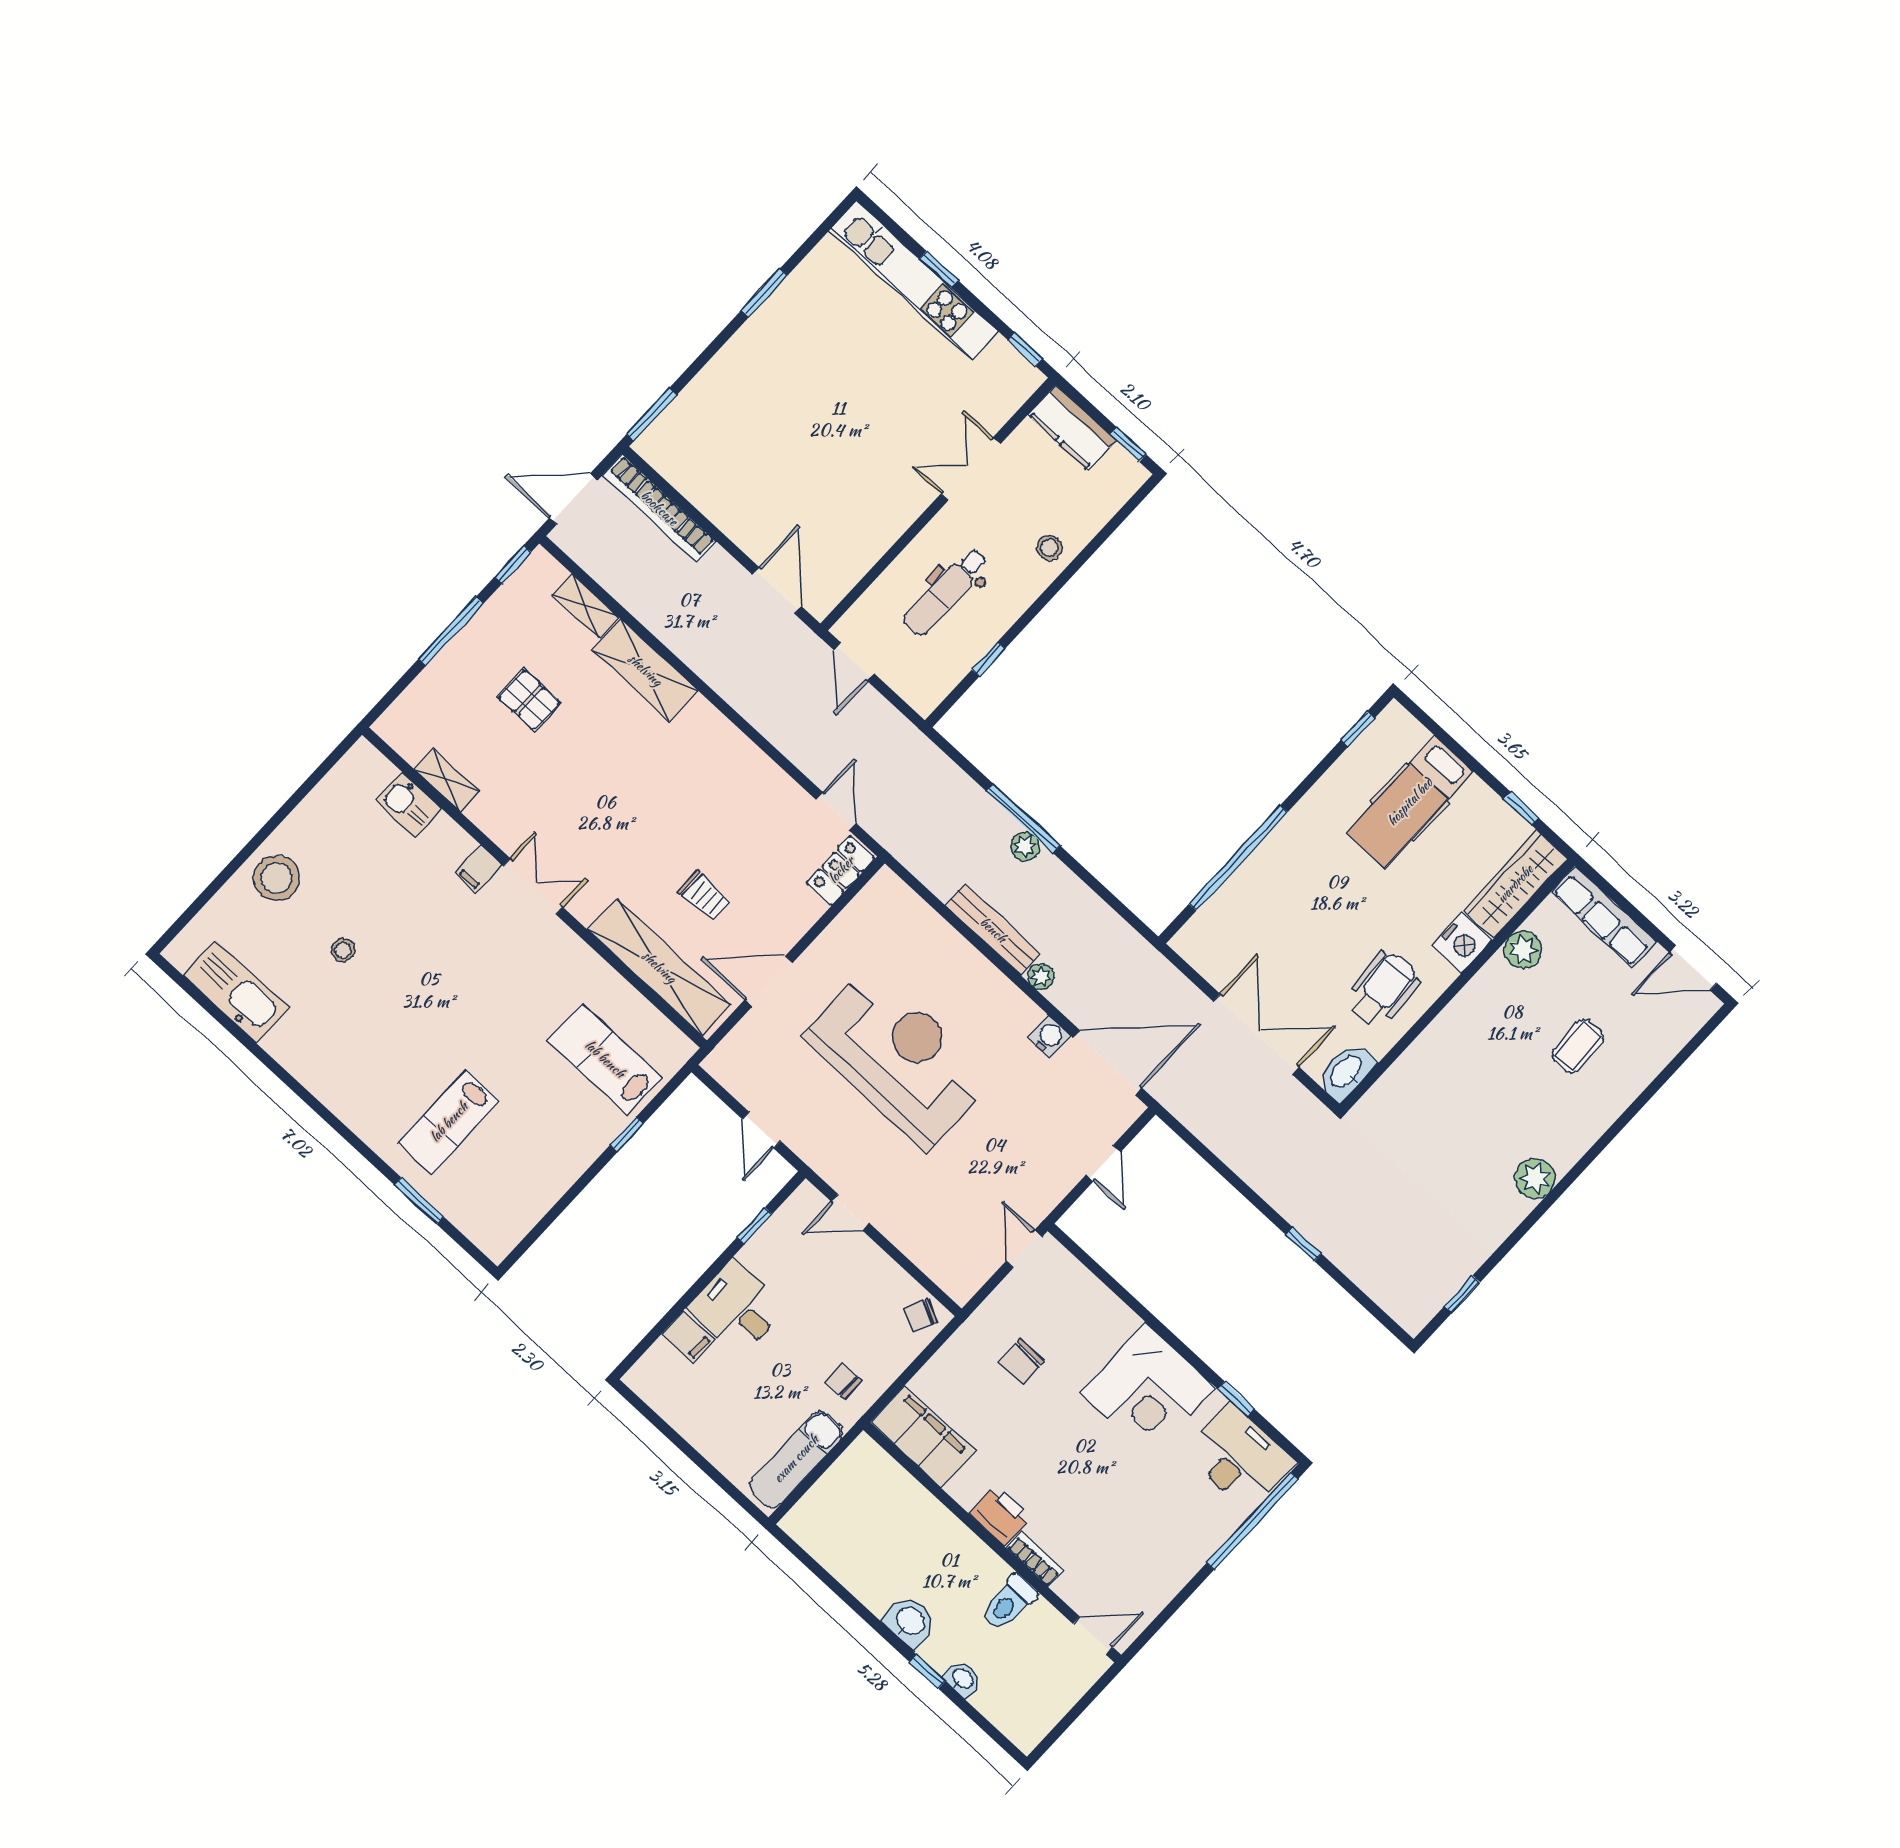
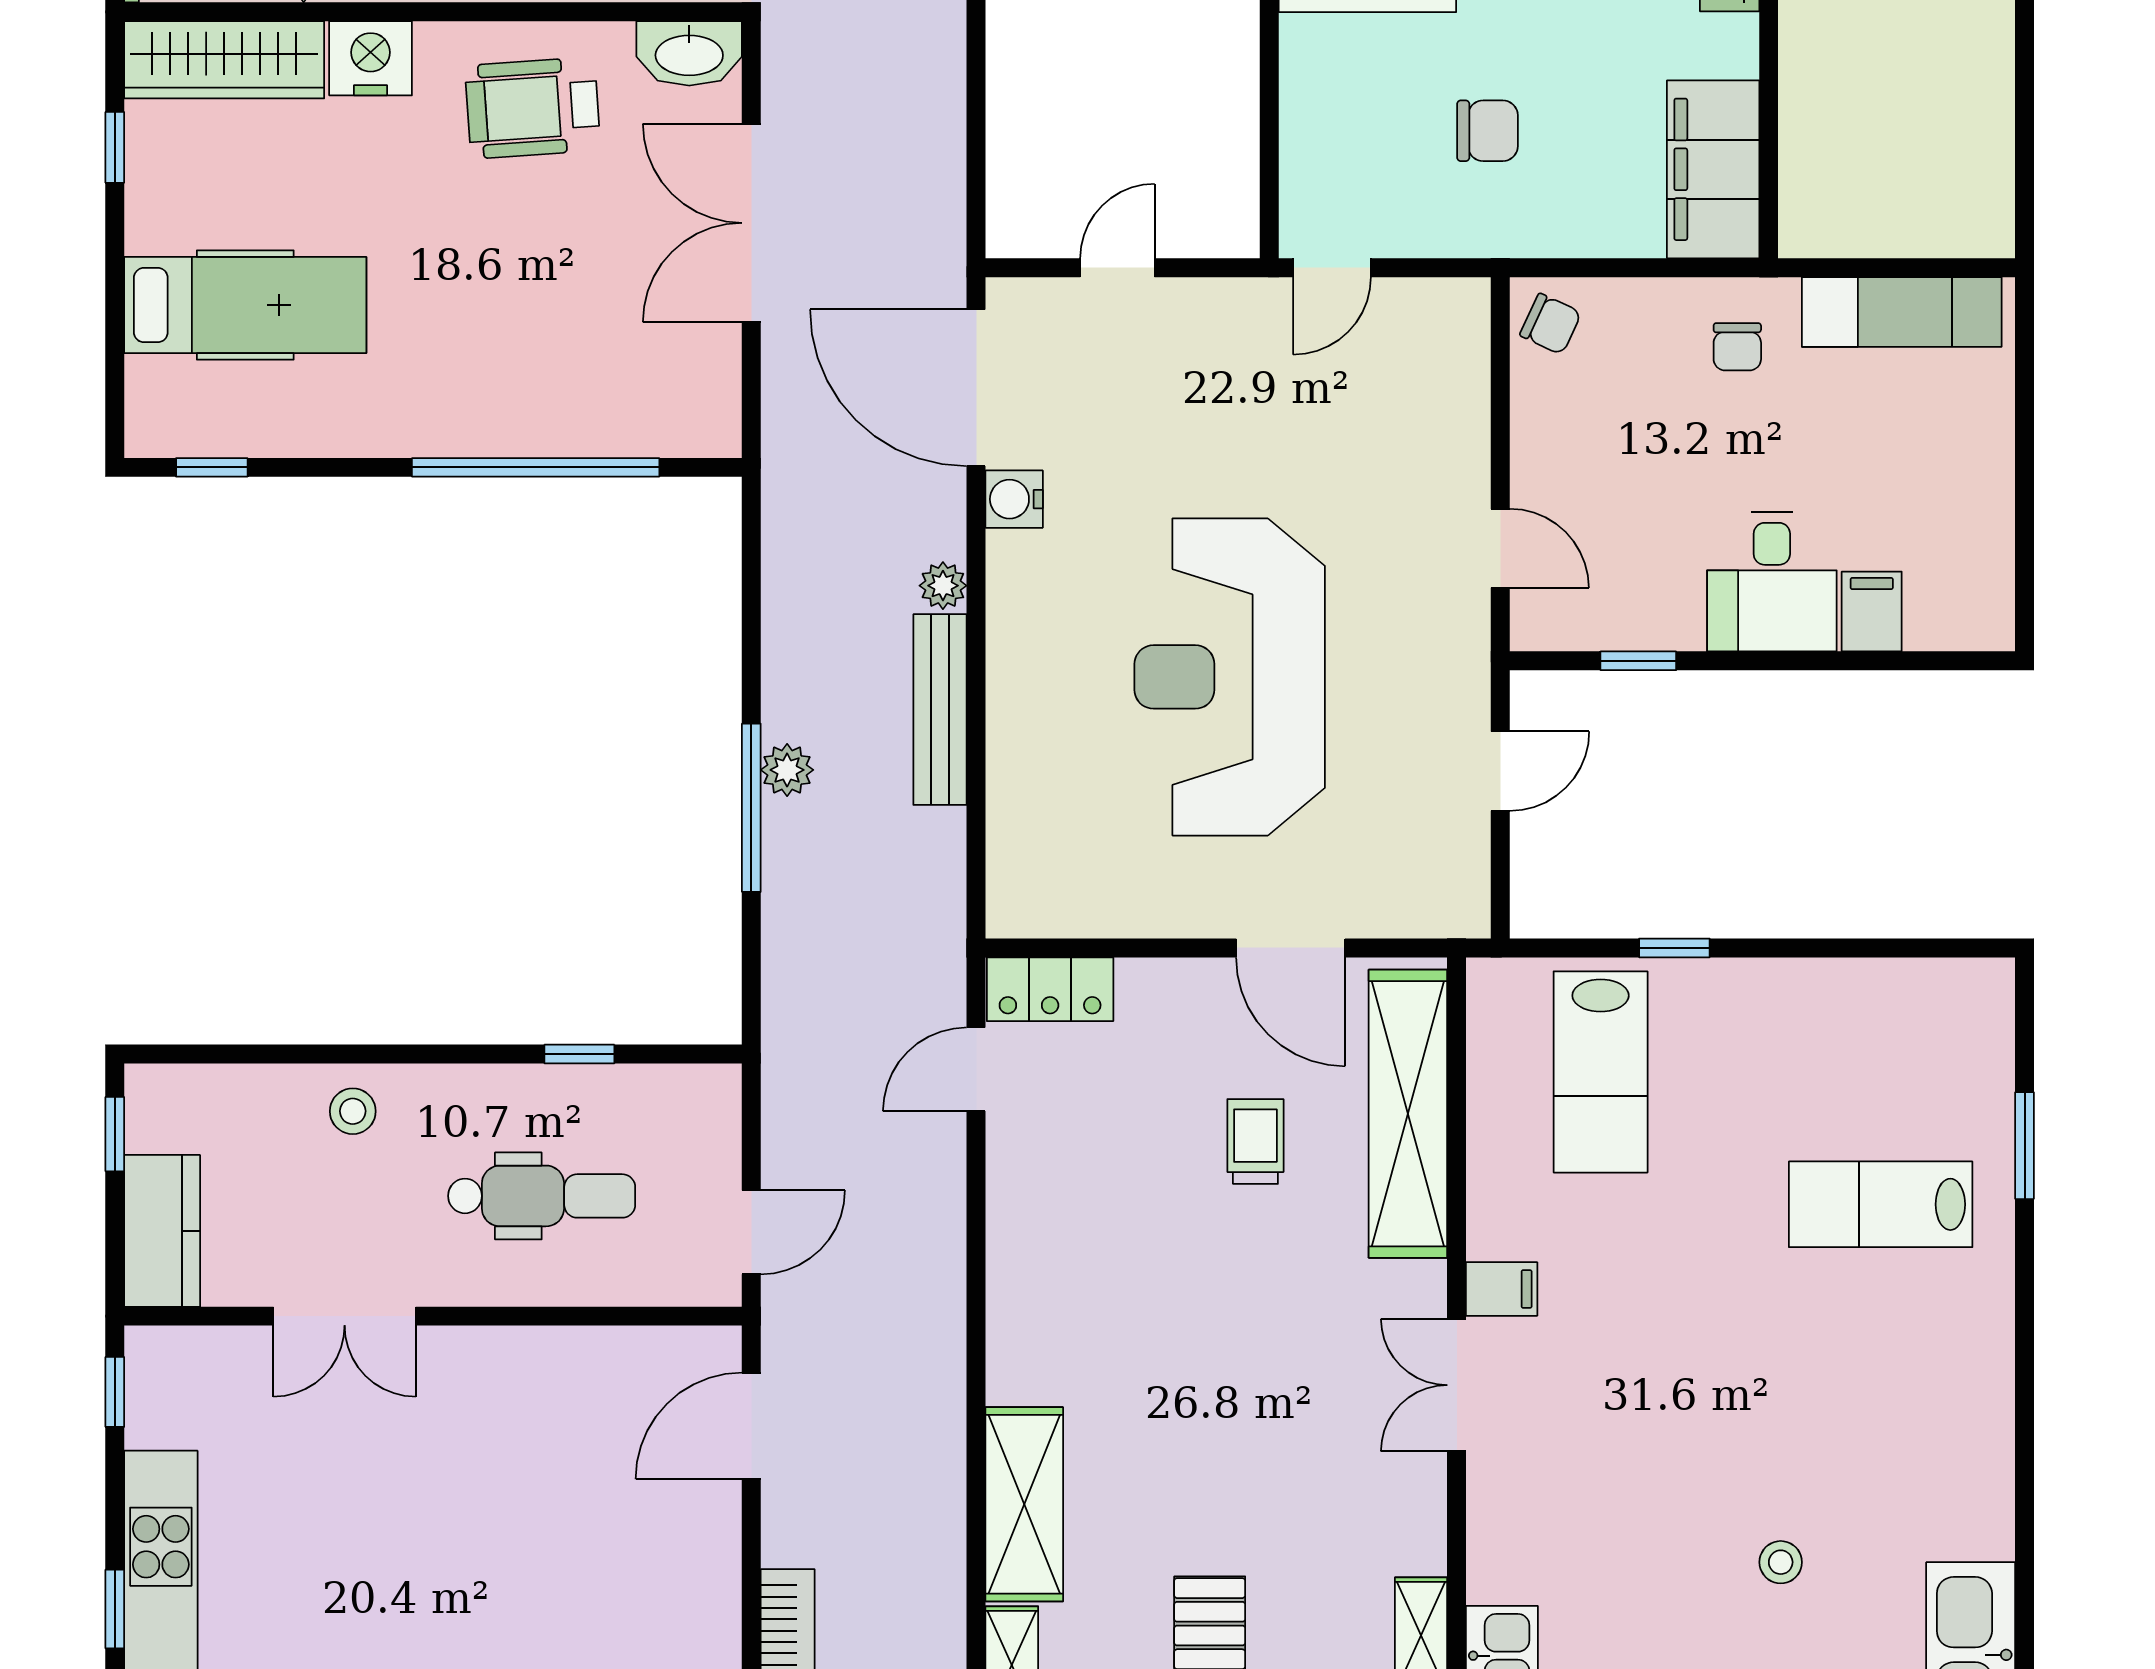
filing cabinet: (478, 869) -> (1502, 1289), moved
lab bench: (449, 1122) -> (1881, 1204), turned 180

